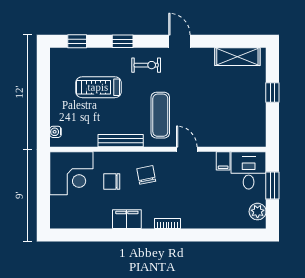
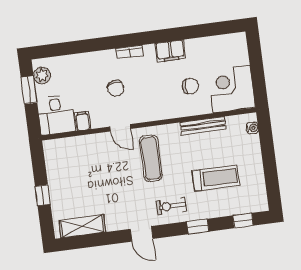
bench: (121, 141) -> (203, 126), moved
chair: (146, 175) -> (116, 88), moved
window: (272, 185) -> (29, 90), moved

